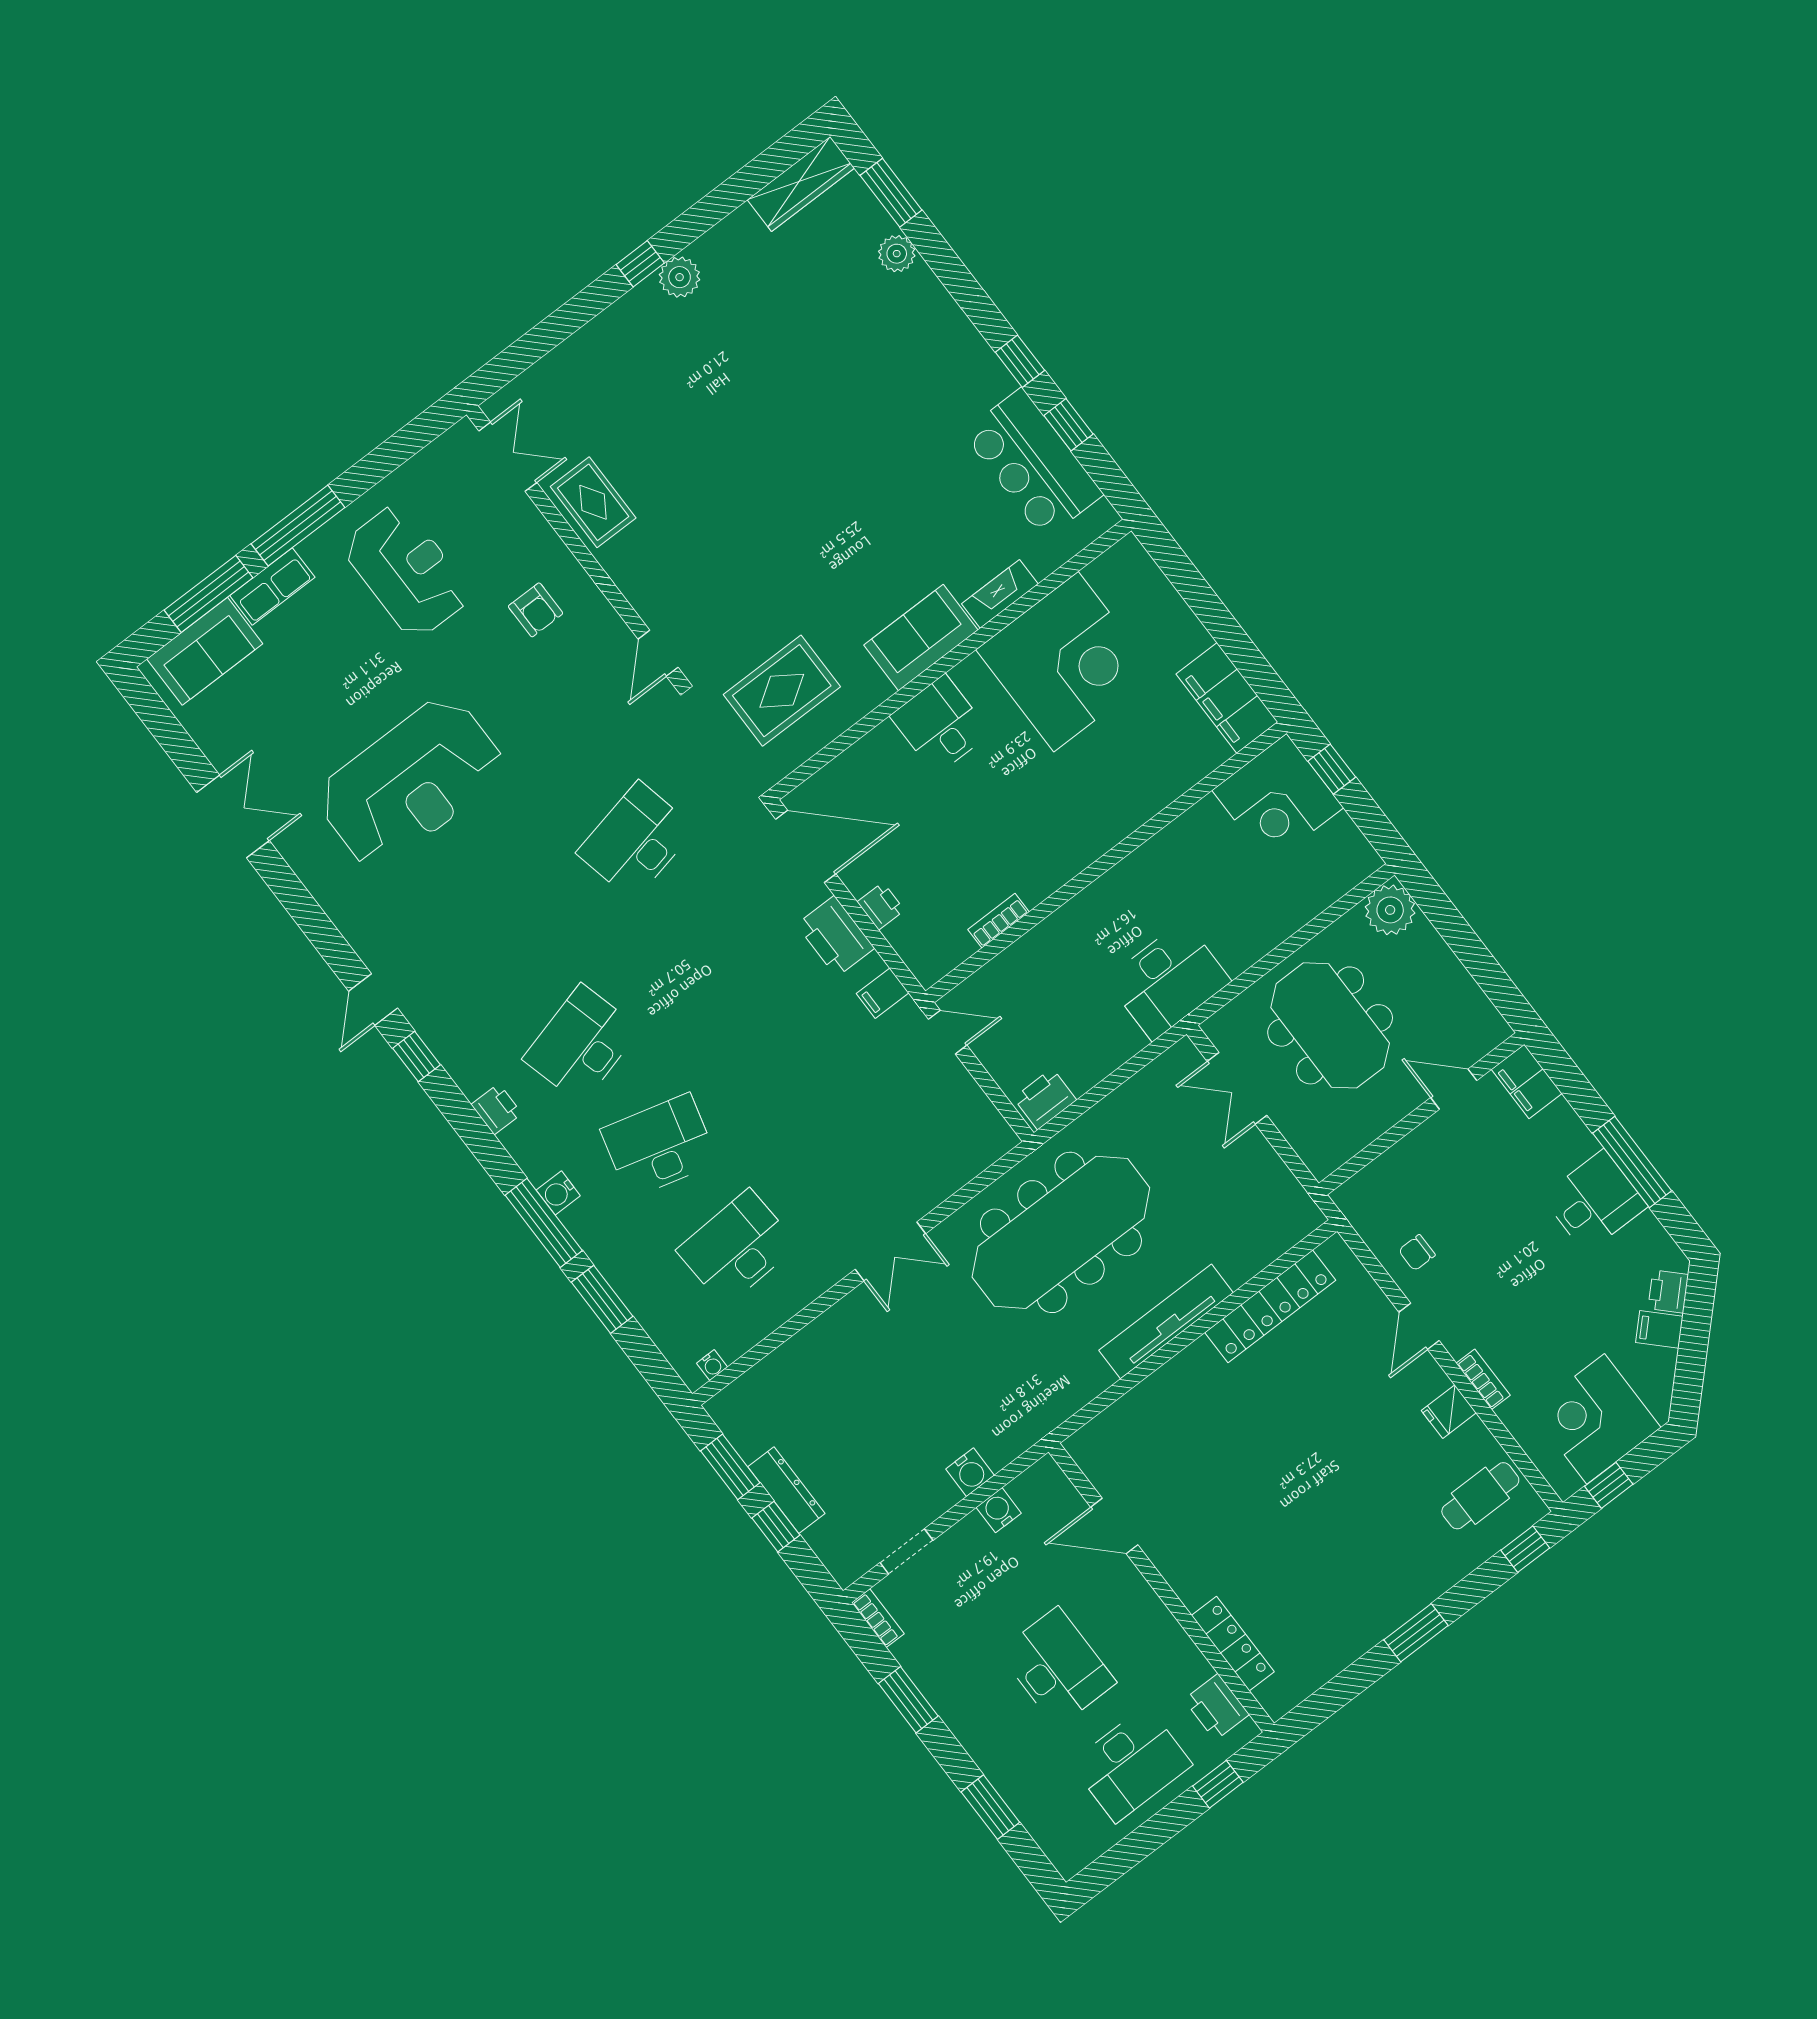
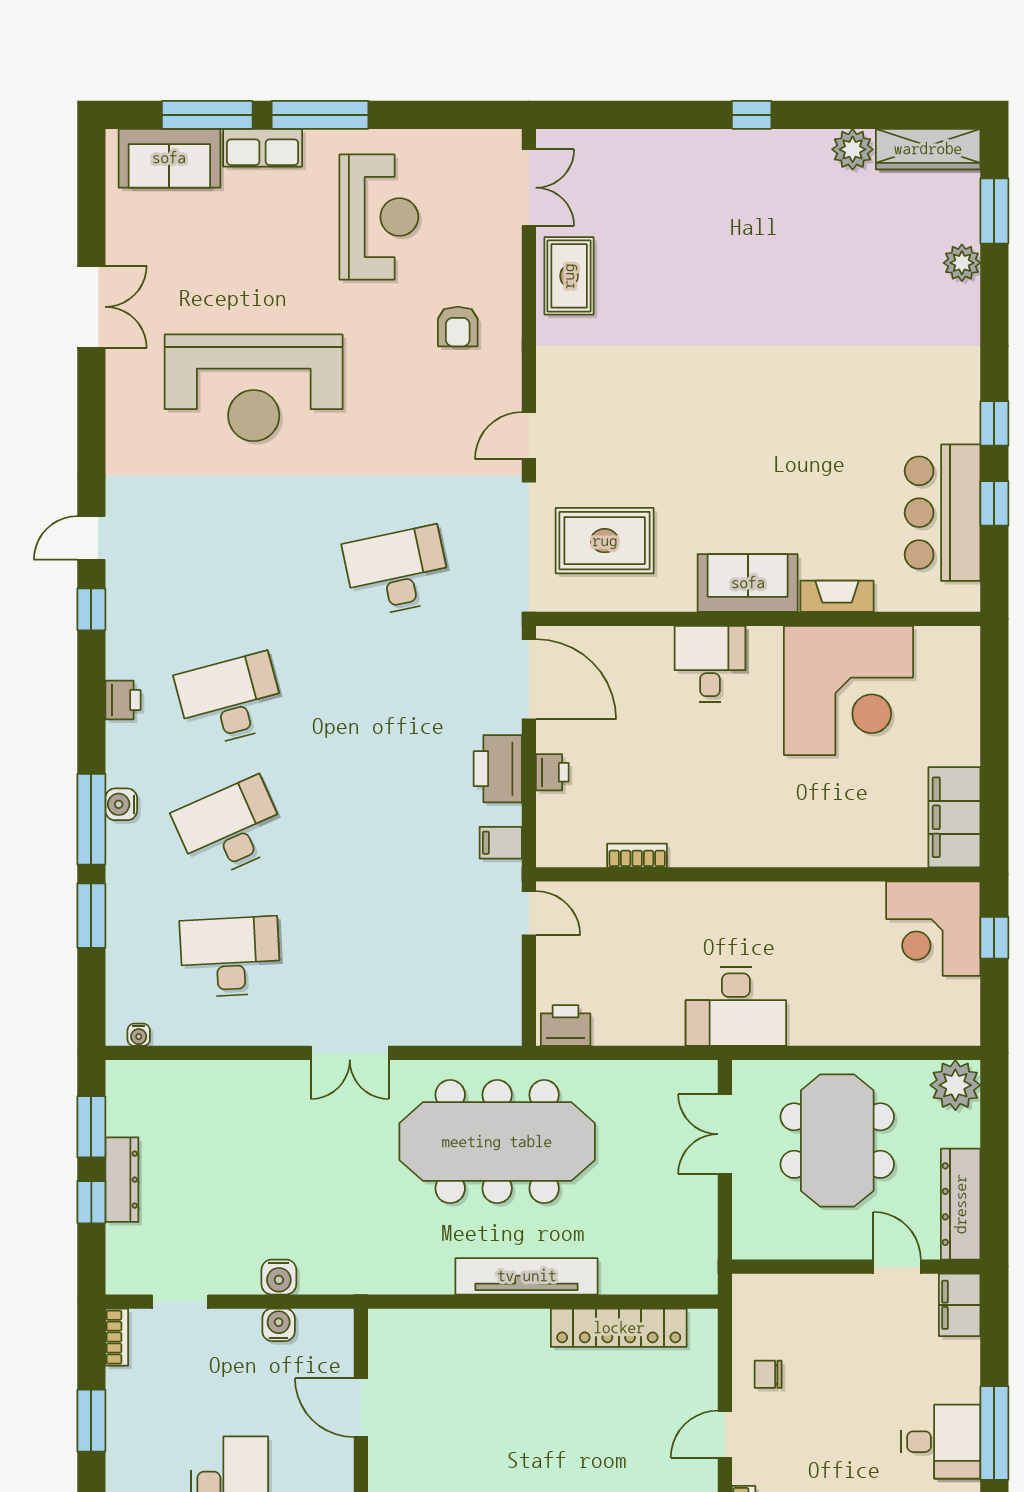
plant: (680, 277) -> (853, 149), moved
dresser: (1466, 1001) -> (961, 1204), added
desk: (659, 1146) -> (230, 828), turned -39

